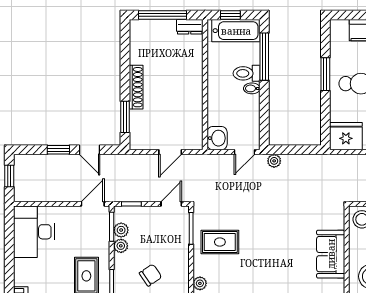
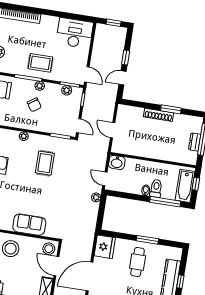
dresser: (190, 27) -> (195, 142), moved
window: (125, 117) -> (171, 109), moved
rug: (220, 242) -> (45, 163), moved
plant: (121, 246) -> (40, 86), moved

